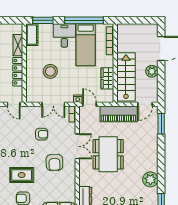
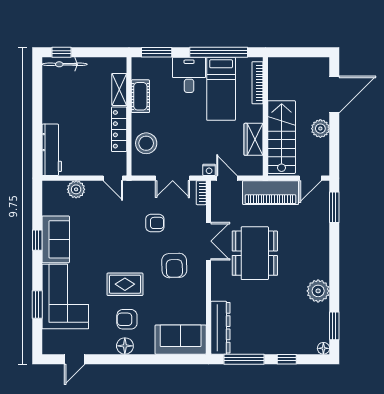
cot: (32, 35) -> (140, 96), moved
stool: (50, 71) -> (146, 143), moved

